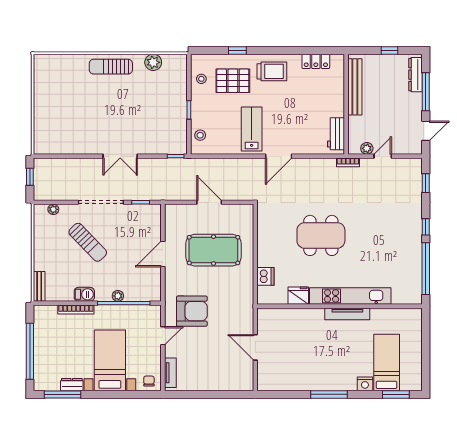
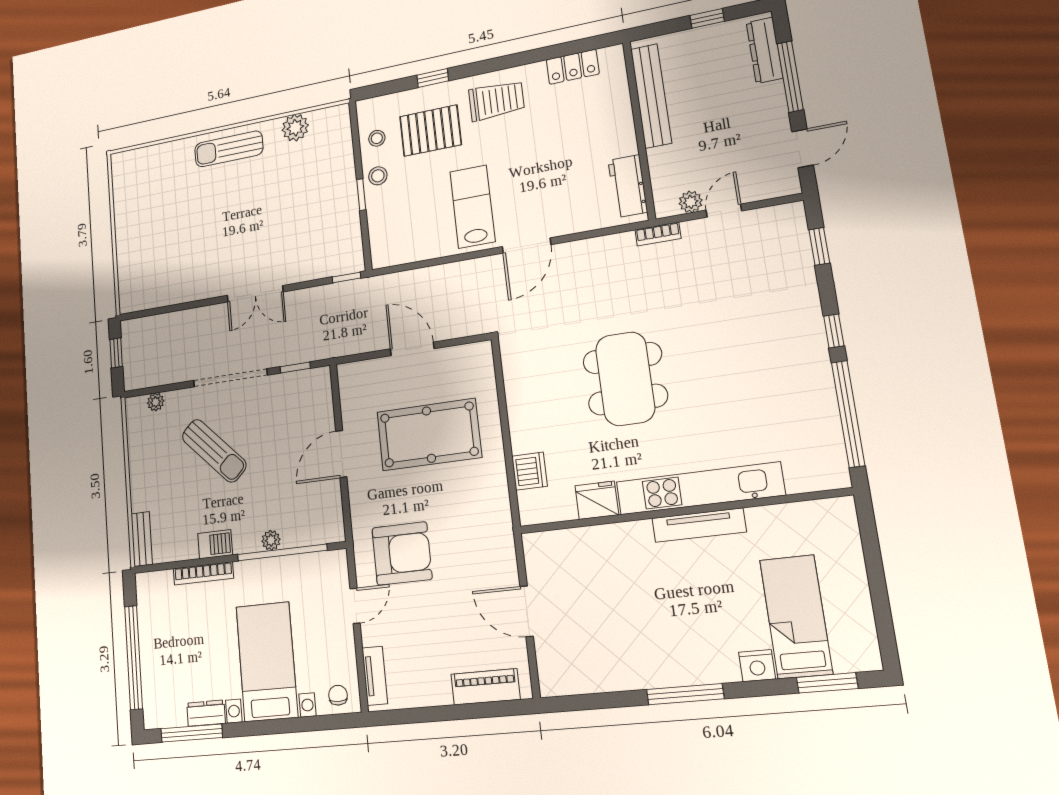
stool: (200, 135) -> (378, 176), moved
dining table: (321, 235) -> (625, 379), turned 90
piano: (229, 383) -> (485, 687), added

